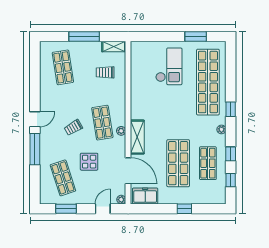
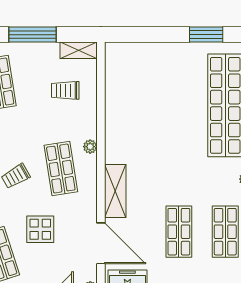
checkout: (169, 66) -> (164, 81), removed
plant: (121, 131) -> (90, 147), moved
shop shelf: (178, 163) -> (179, 232), width x0.70, depth x0.74

